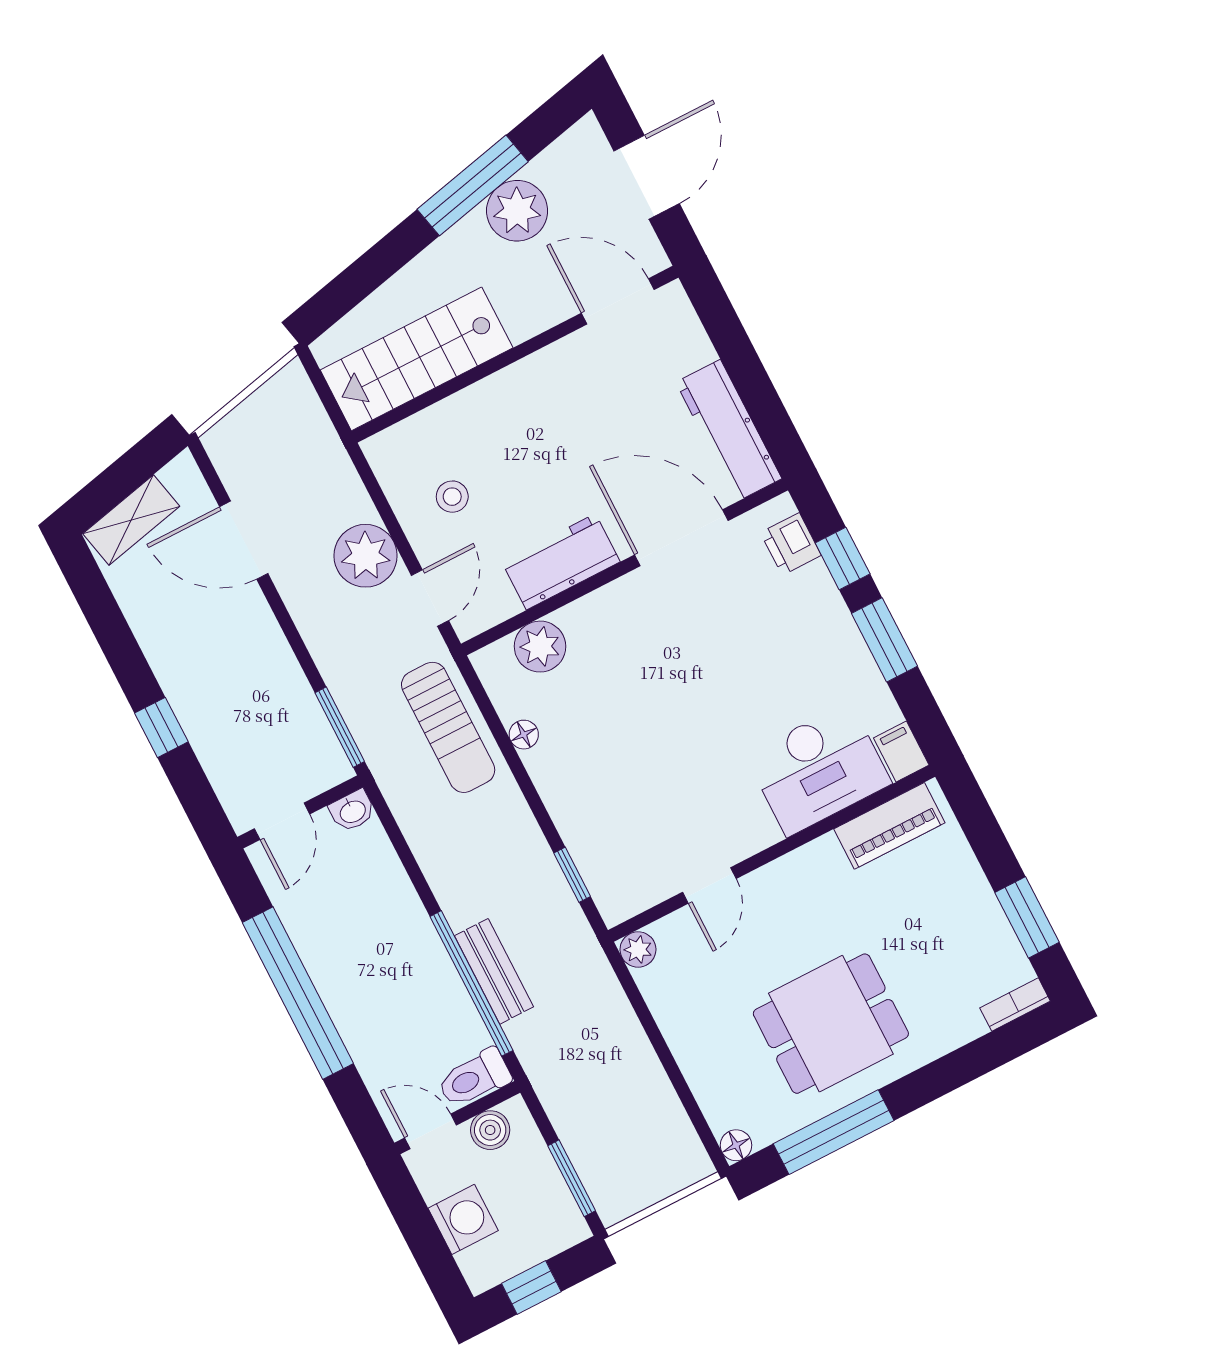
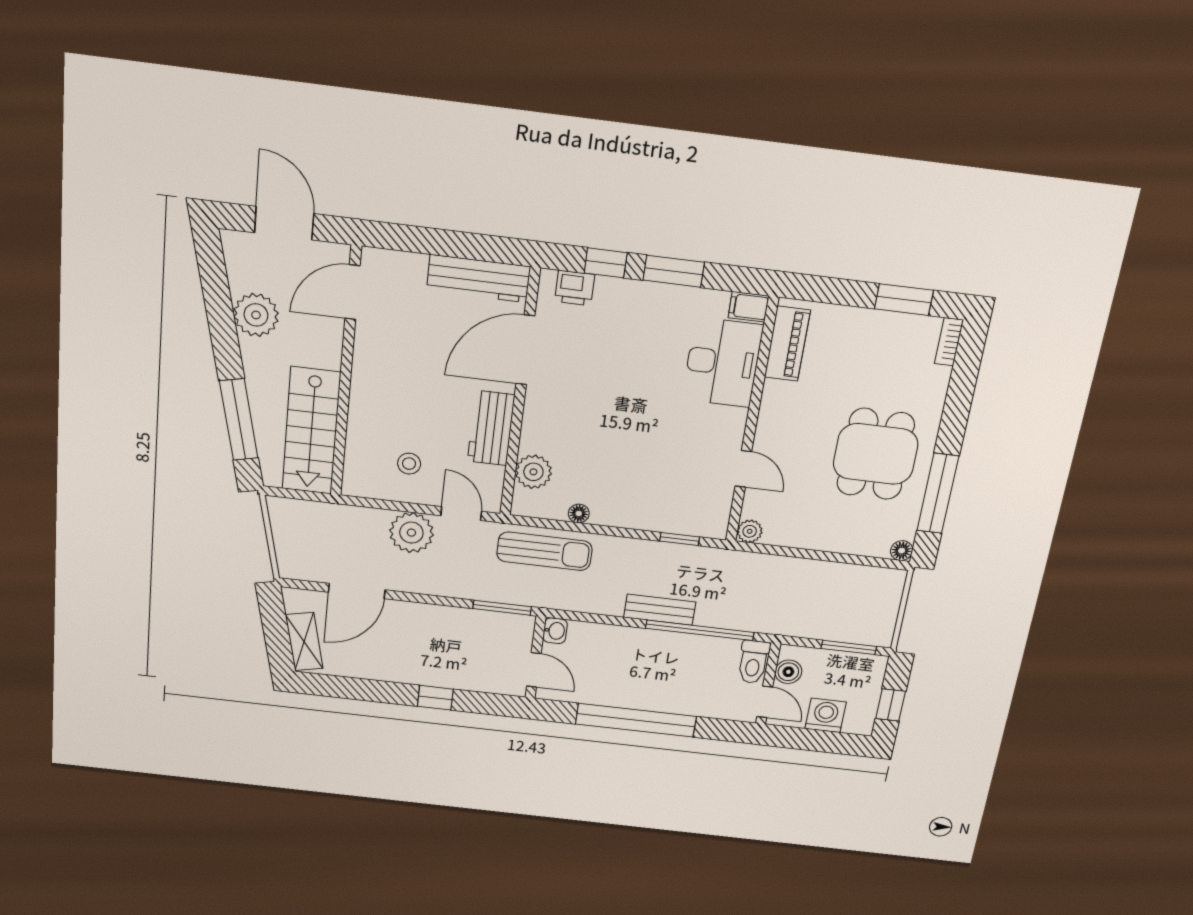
window: (473, 185) -> (239, 420), moved
bench: (494, 971) -> (660, 610), moved
door: (430, 1131) -> (765, 702), swing flipped

